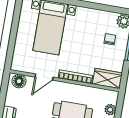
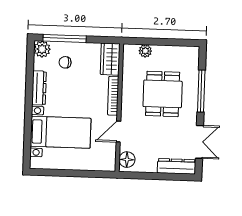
dresser: (91, 14) -> (39, 88), added
door: (44, 77) -> (118, 132), swing flipped

